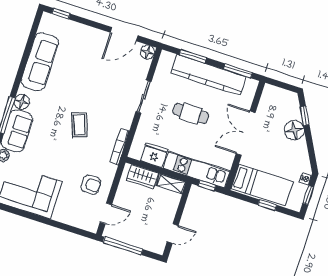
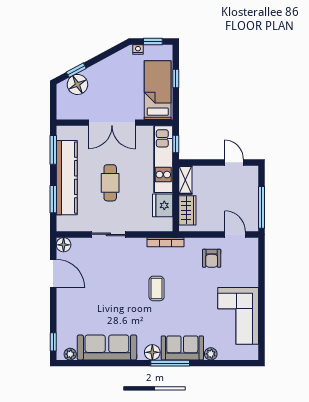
plant: (45, 26) -> (70, 354), added
coffee table: (79, 125) -> (157, 288), turned -70
floor lamp: (294, 130) -> (77, 84), moved
armchair: (91, 185) -> (212, 258), turned 180

